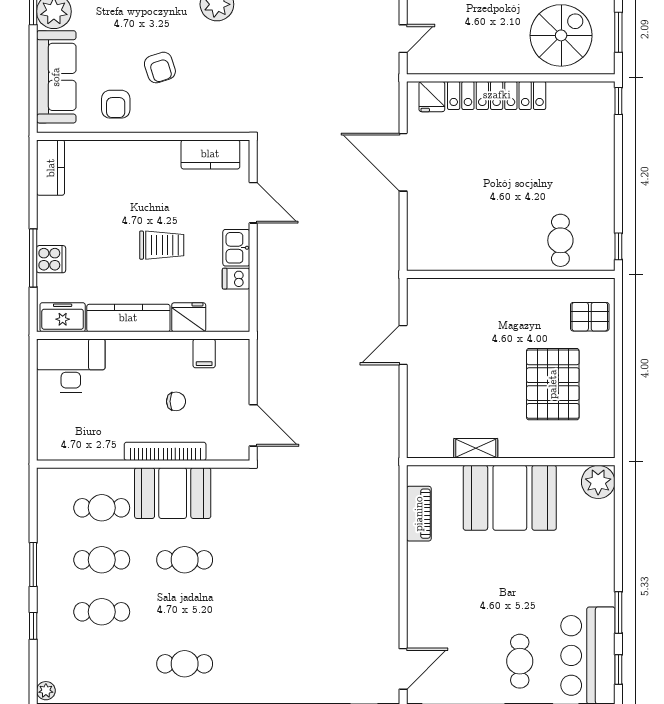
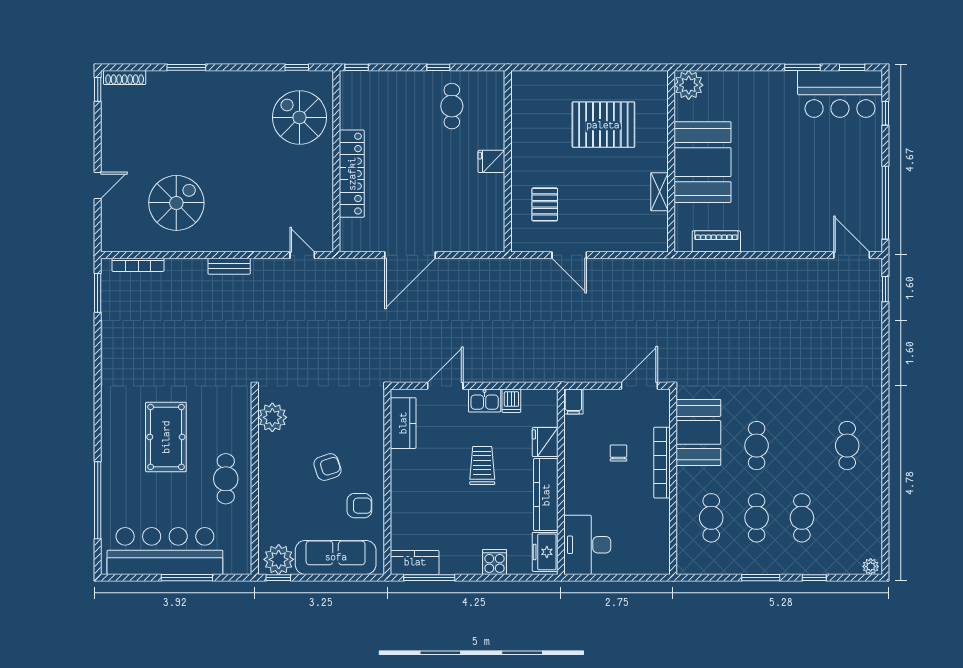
window: (618, 32) -> (297, 67), width x0.67
fridge: (432, 97) -> (491, 161), moved, turned 180
cafe table: (560, 240) -> (452, 106), moved, turned 90
window: (618, 246) -> (438, 67), moved
window: (33, 258) -> (429, 578), moved
pallet: (590, 317) -> (545, 204), moved
filing cabinet: (204, 353) -> (573, 402), moved, turned 90
booth: (173, 493) -> (698, 432), moved
cafe table: (520, 661) -> (845, 153), removed

